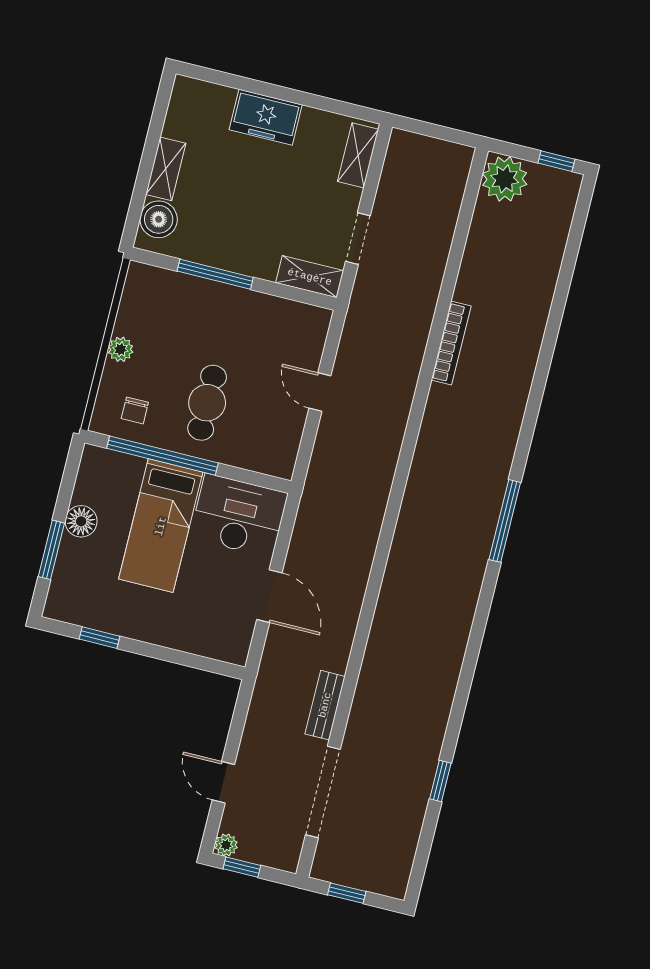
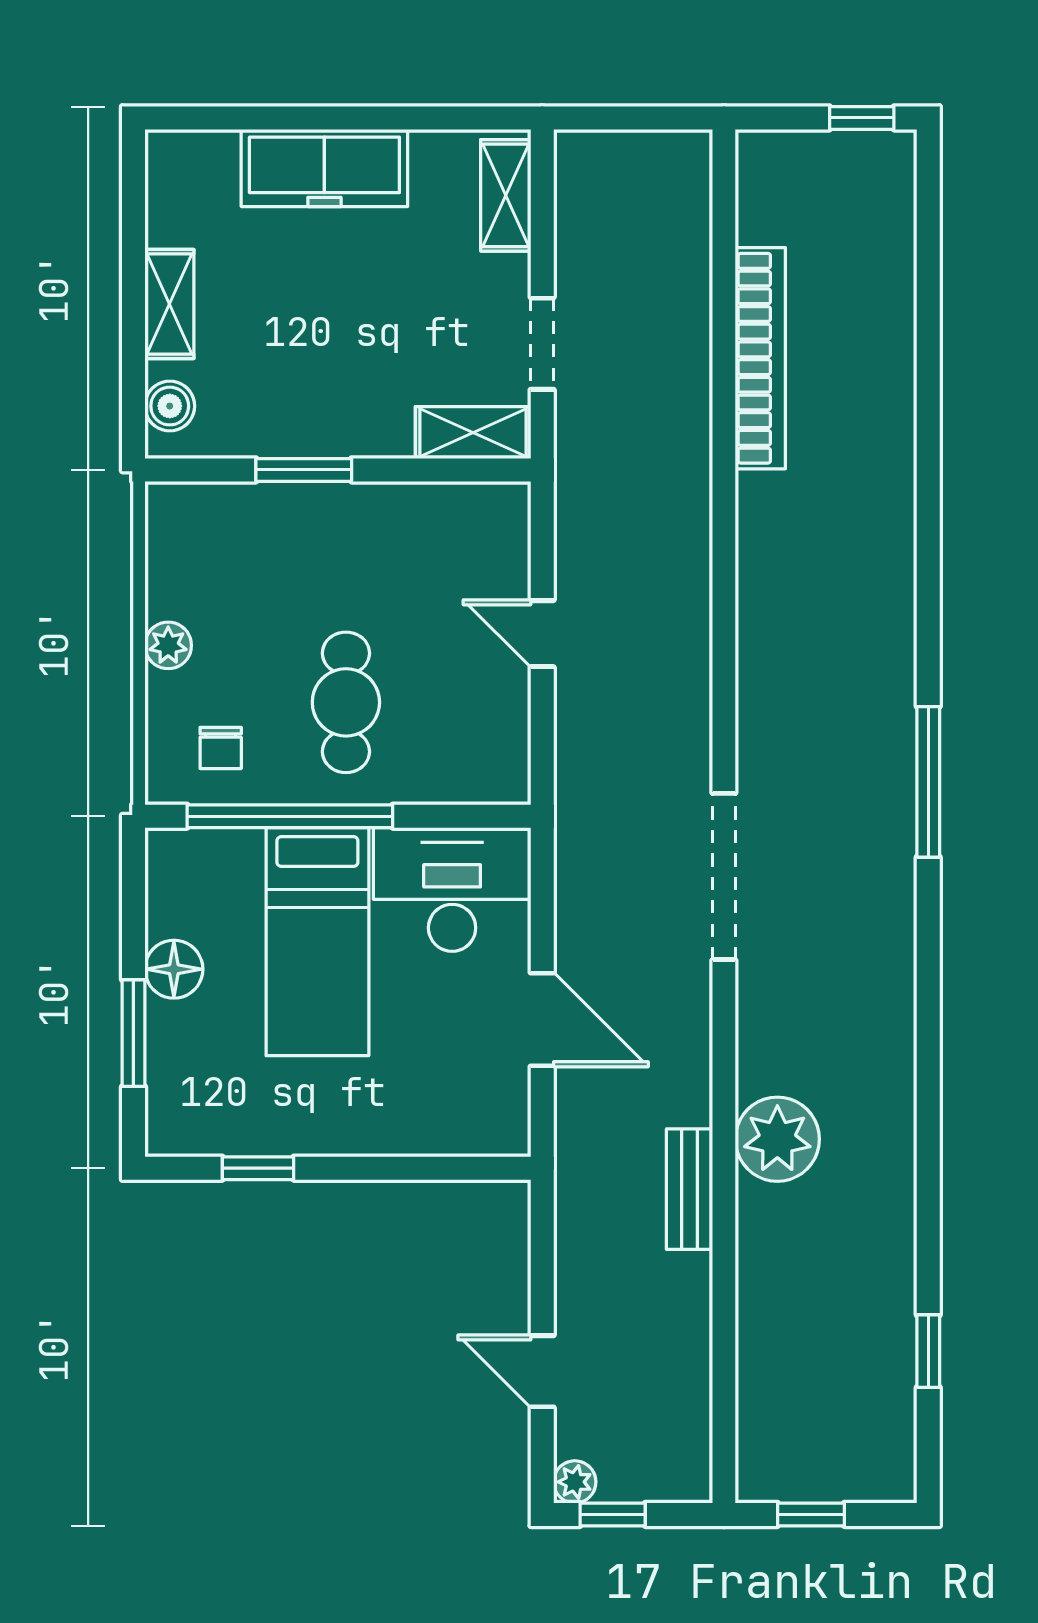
freezer: (266, 117) -> (324, 168), width x1.40
plant: (505, 179) -> (777, 1139), moved
boiler: (159, 219) -> (170, 406), width x0.73, depth x0.73
window: (215, 274) -> (304, 470), width x0.69
bookcase: (451, 343) -> (760, 358), moved, width x1.48, depth x1.31
window: (440, 781) -> (928, 1351), moved
doorway: (323, 792) -> (724, 876), moved

